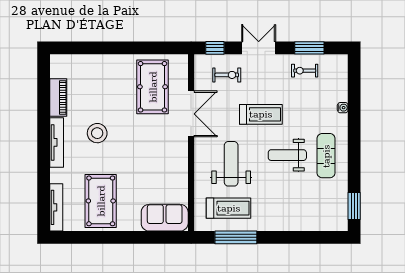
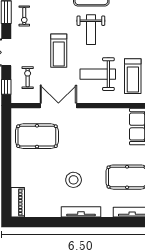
piano: (58, 97) -> (18, 202), moved, turned 90
treadmill: (261, 114) -> (59, 51), turned 180
treadmill: (229, 208) -> (133, 76), turned 180

